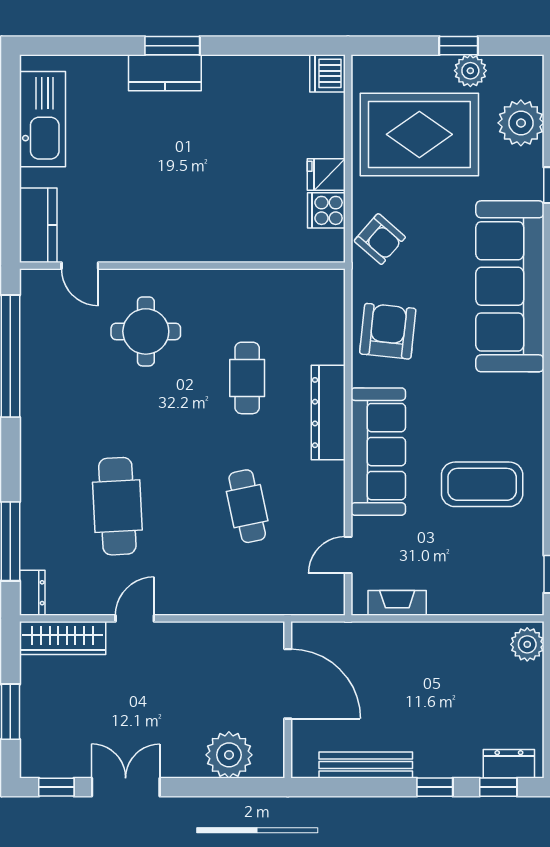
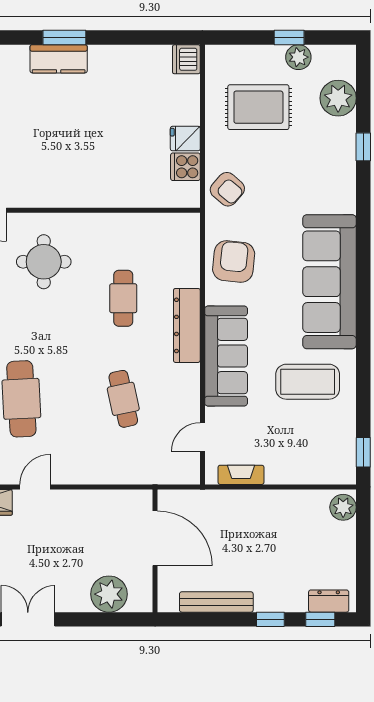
rug: (419, 134) -> (258, 107), width x0.73, depth x0.69
sofa: (510, 286) -> (329, 282), moved

